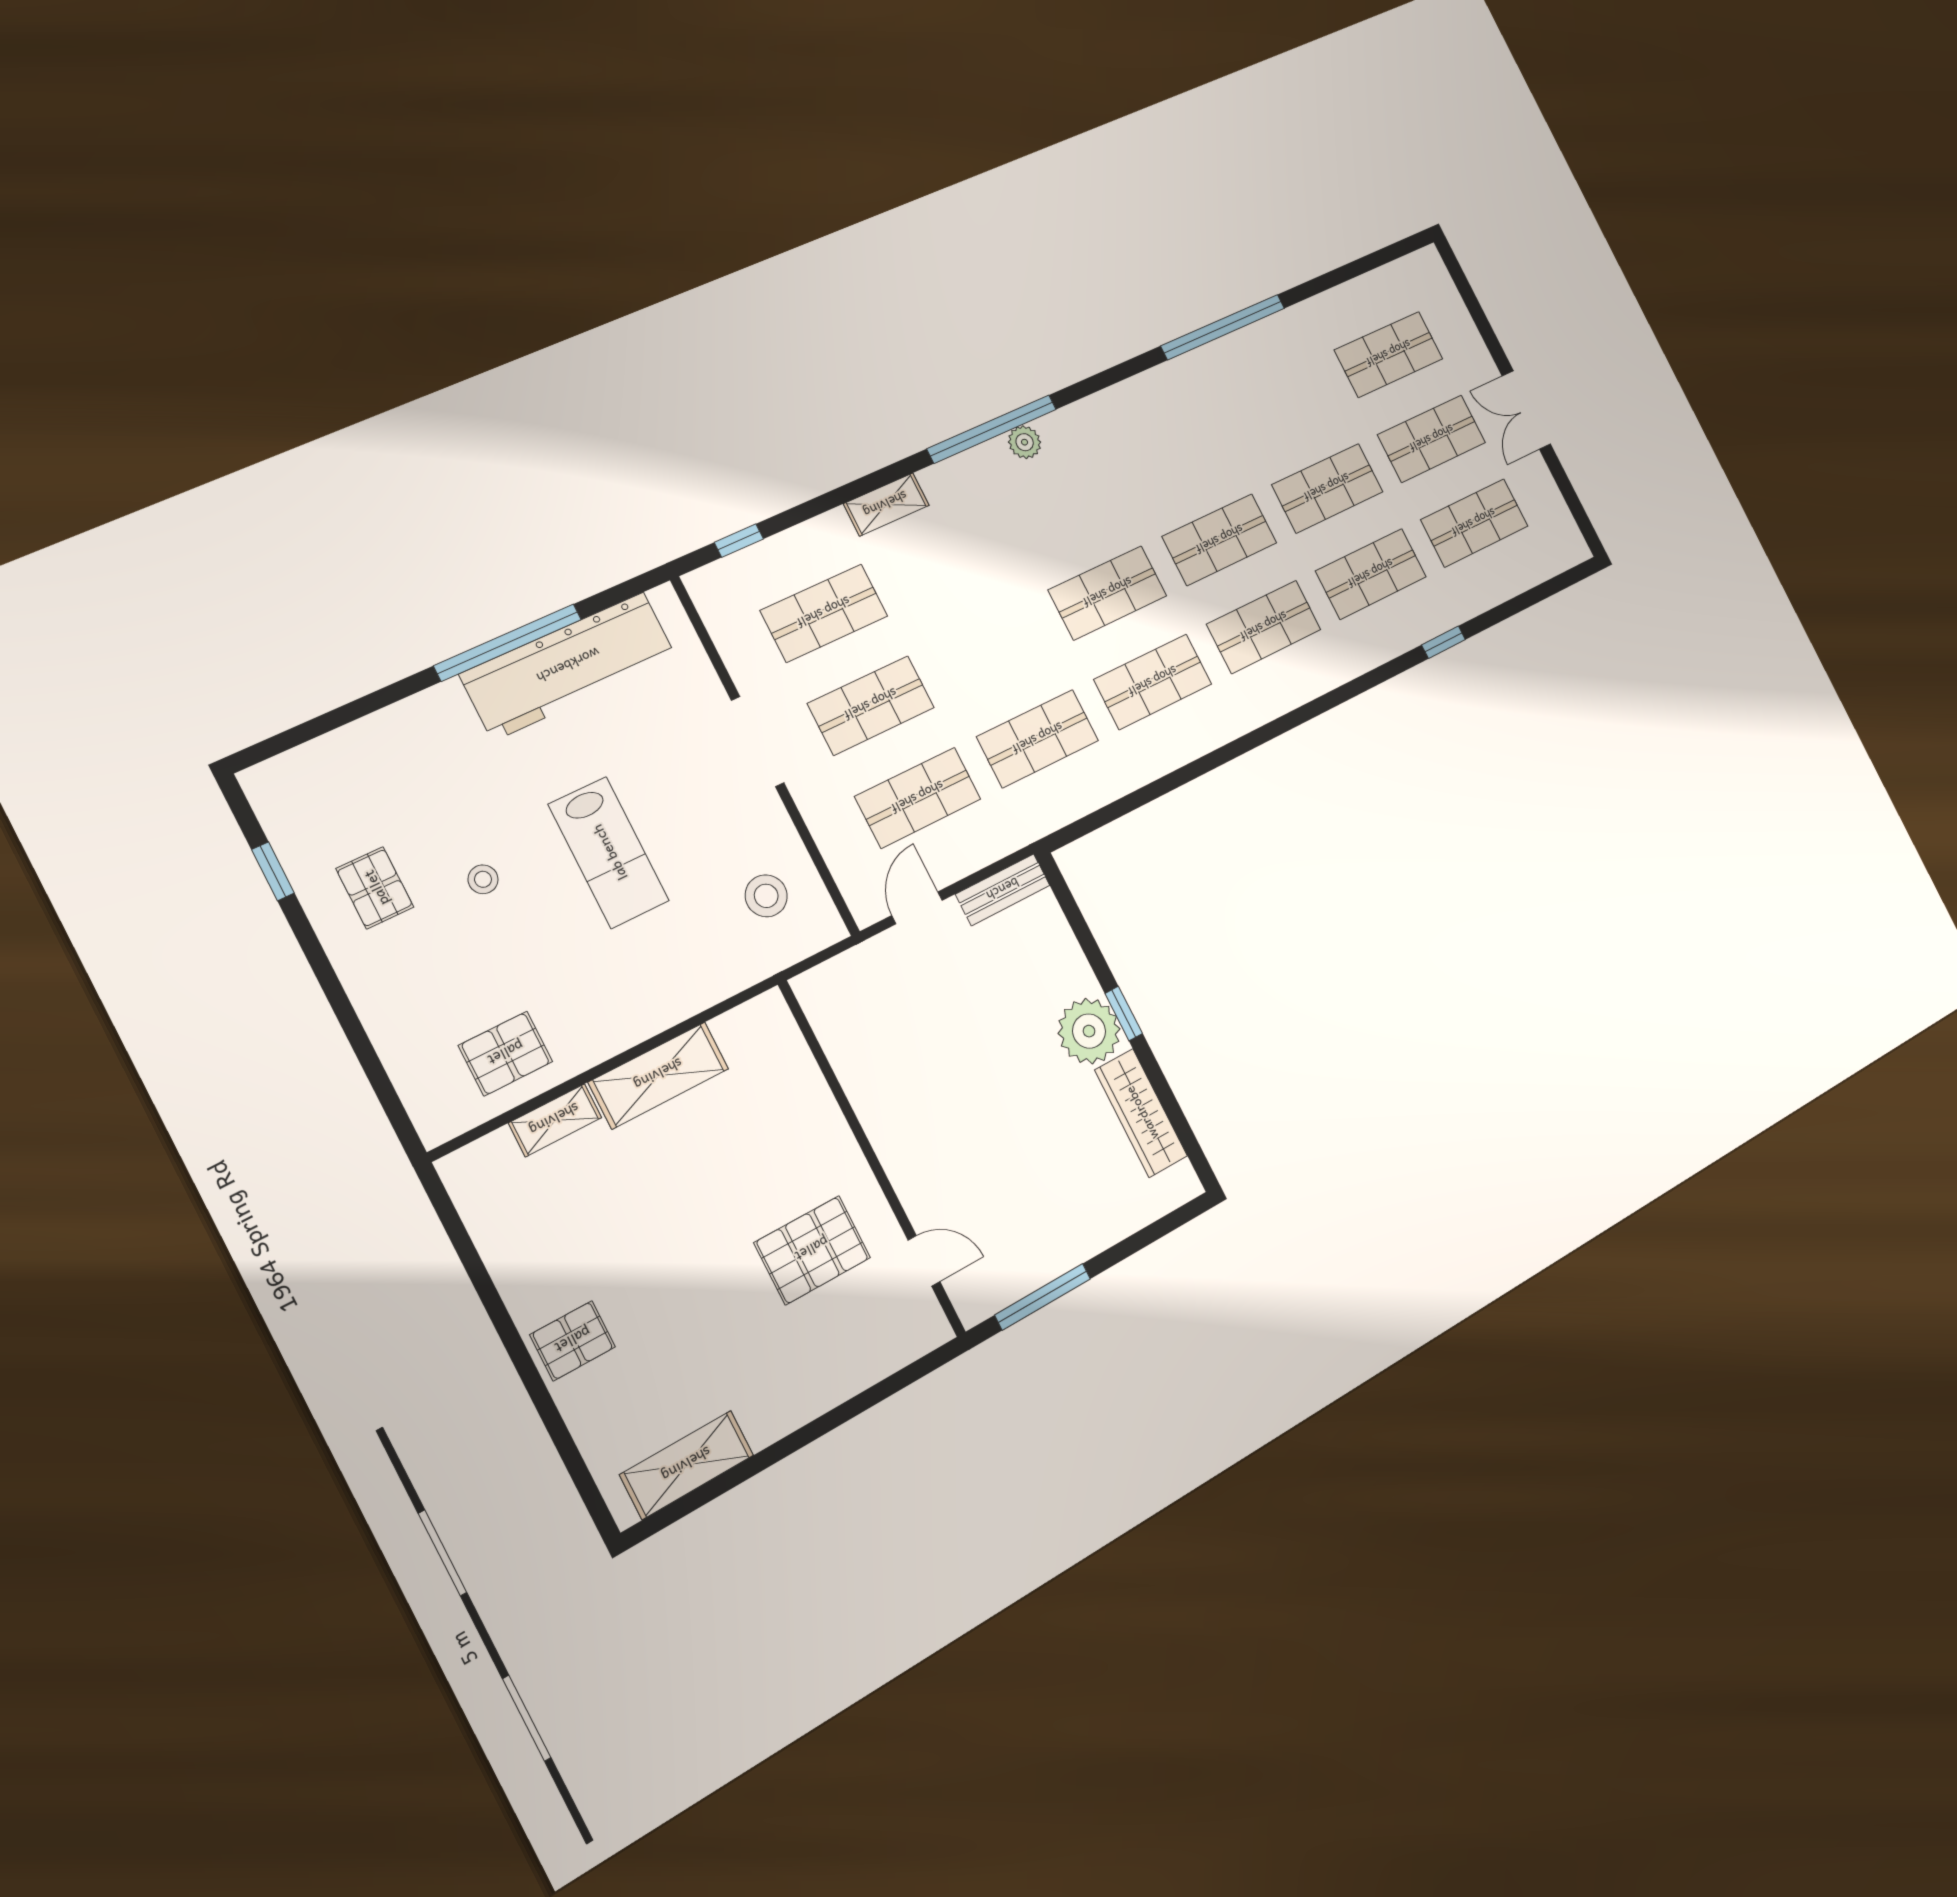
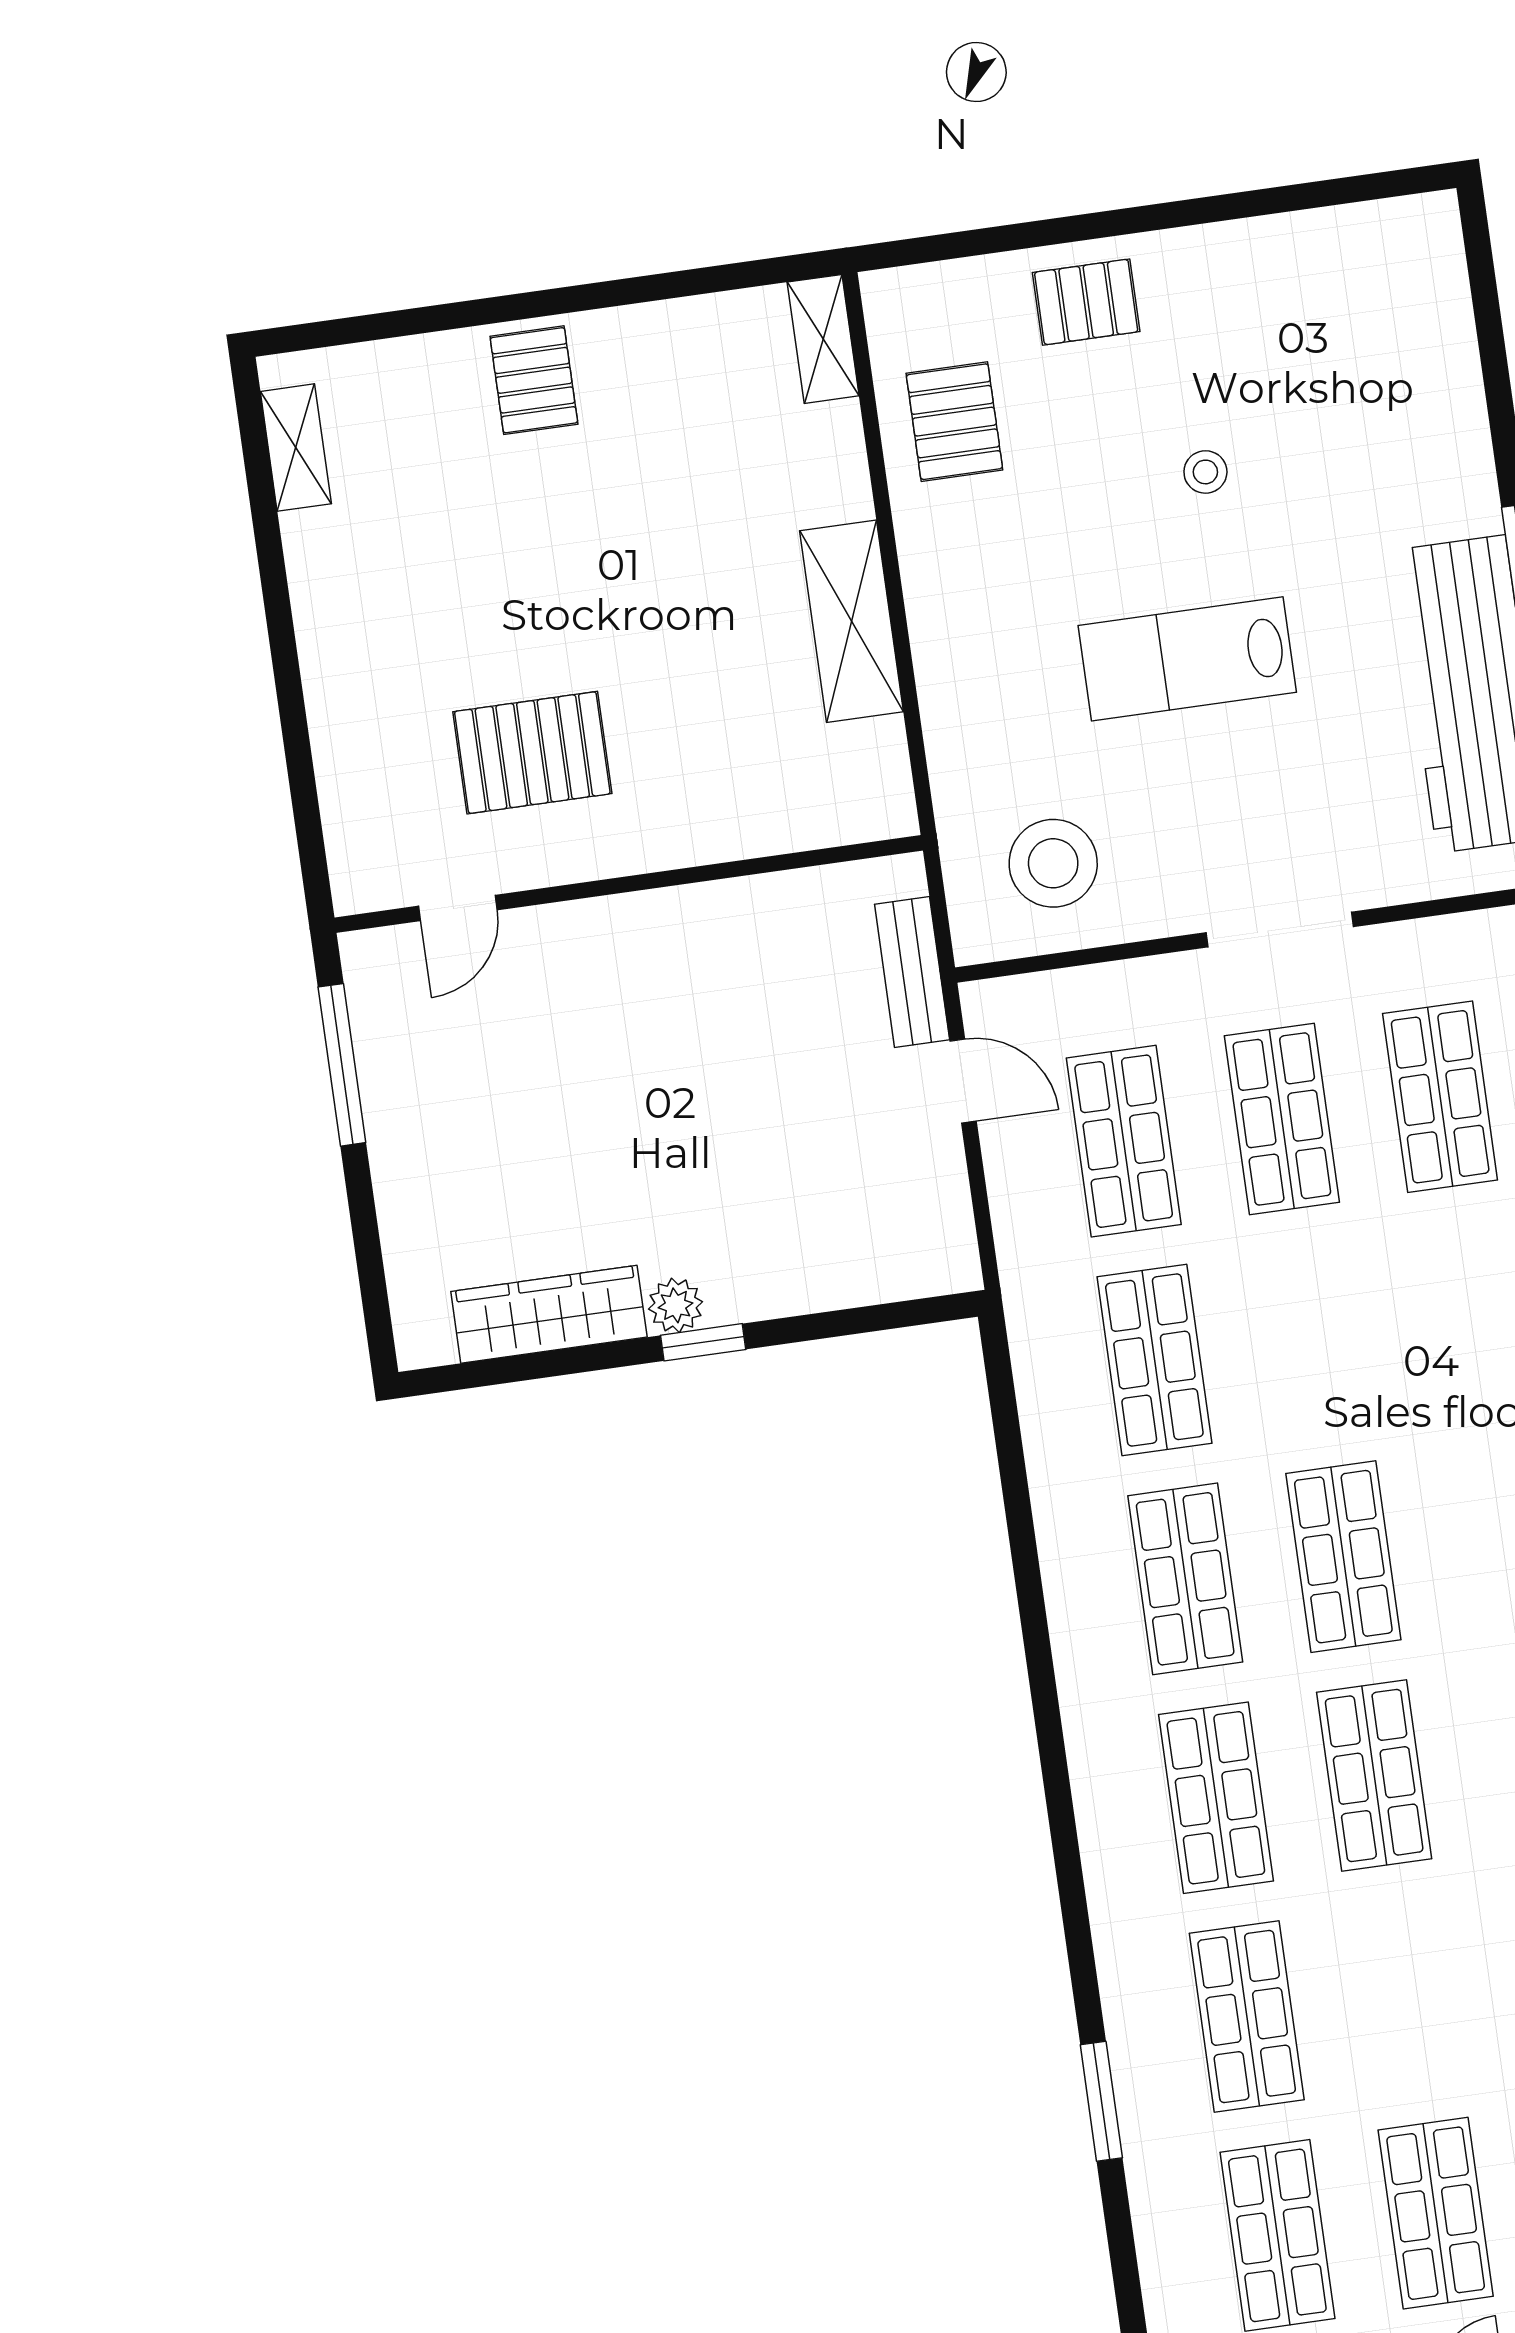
shop shelf: (1327, 488) -> (1405, 1994), removed
window: (1443, 642) -> (1101, 2101), width x1.50
window: (273, 871) -> (1306, 196), removed
pallet: (375, 888) -> (1086, 302), moved
bench: (1003, 890) -> (912, 972), moved
stool: (766, 896) -> (1053, 863), width x1.38, depth x1.38
plant: (1089, 1031) -> (675, 1305), width x0.53, depth x0.53
shelving: (555, 1120) -> (823, 339), moved
pallet: (812, 1250) -> (532, 753), turned 90
shelving: (687, 1465) -> (296, 448), width x0.67, depth x0.75

